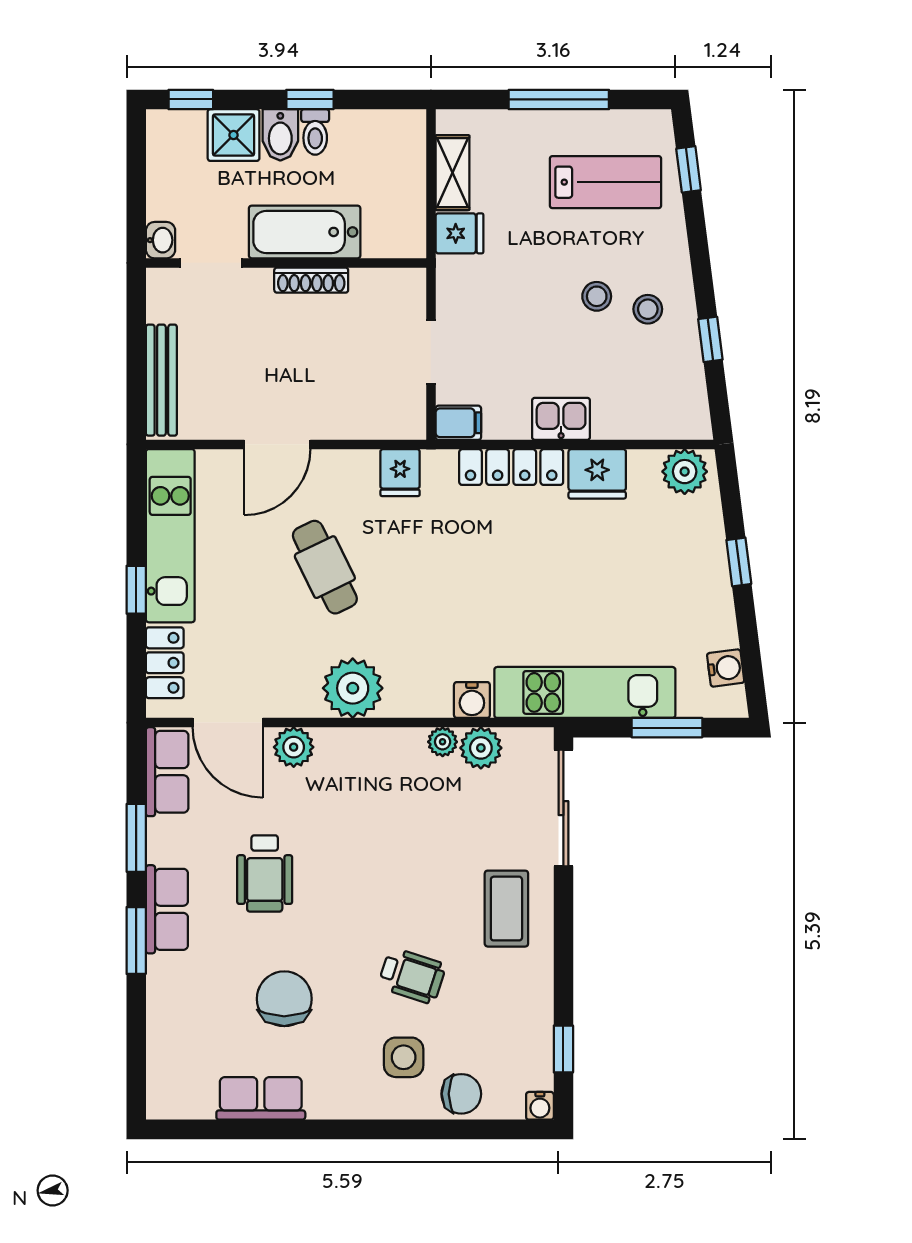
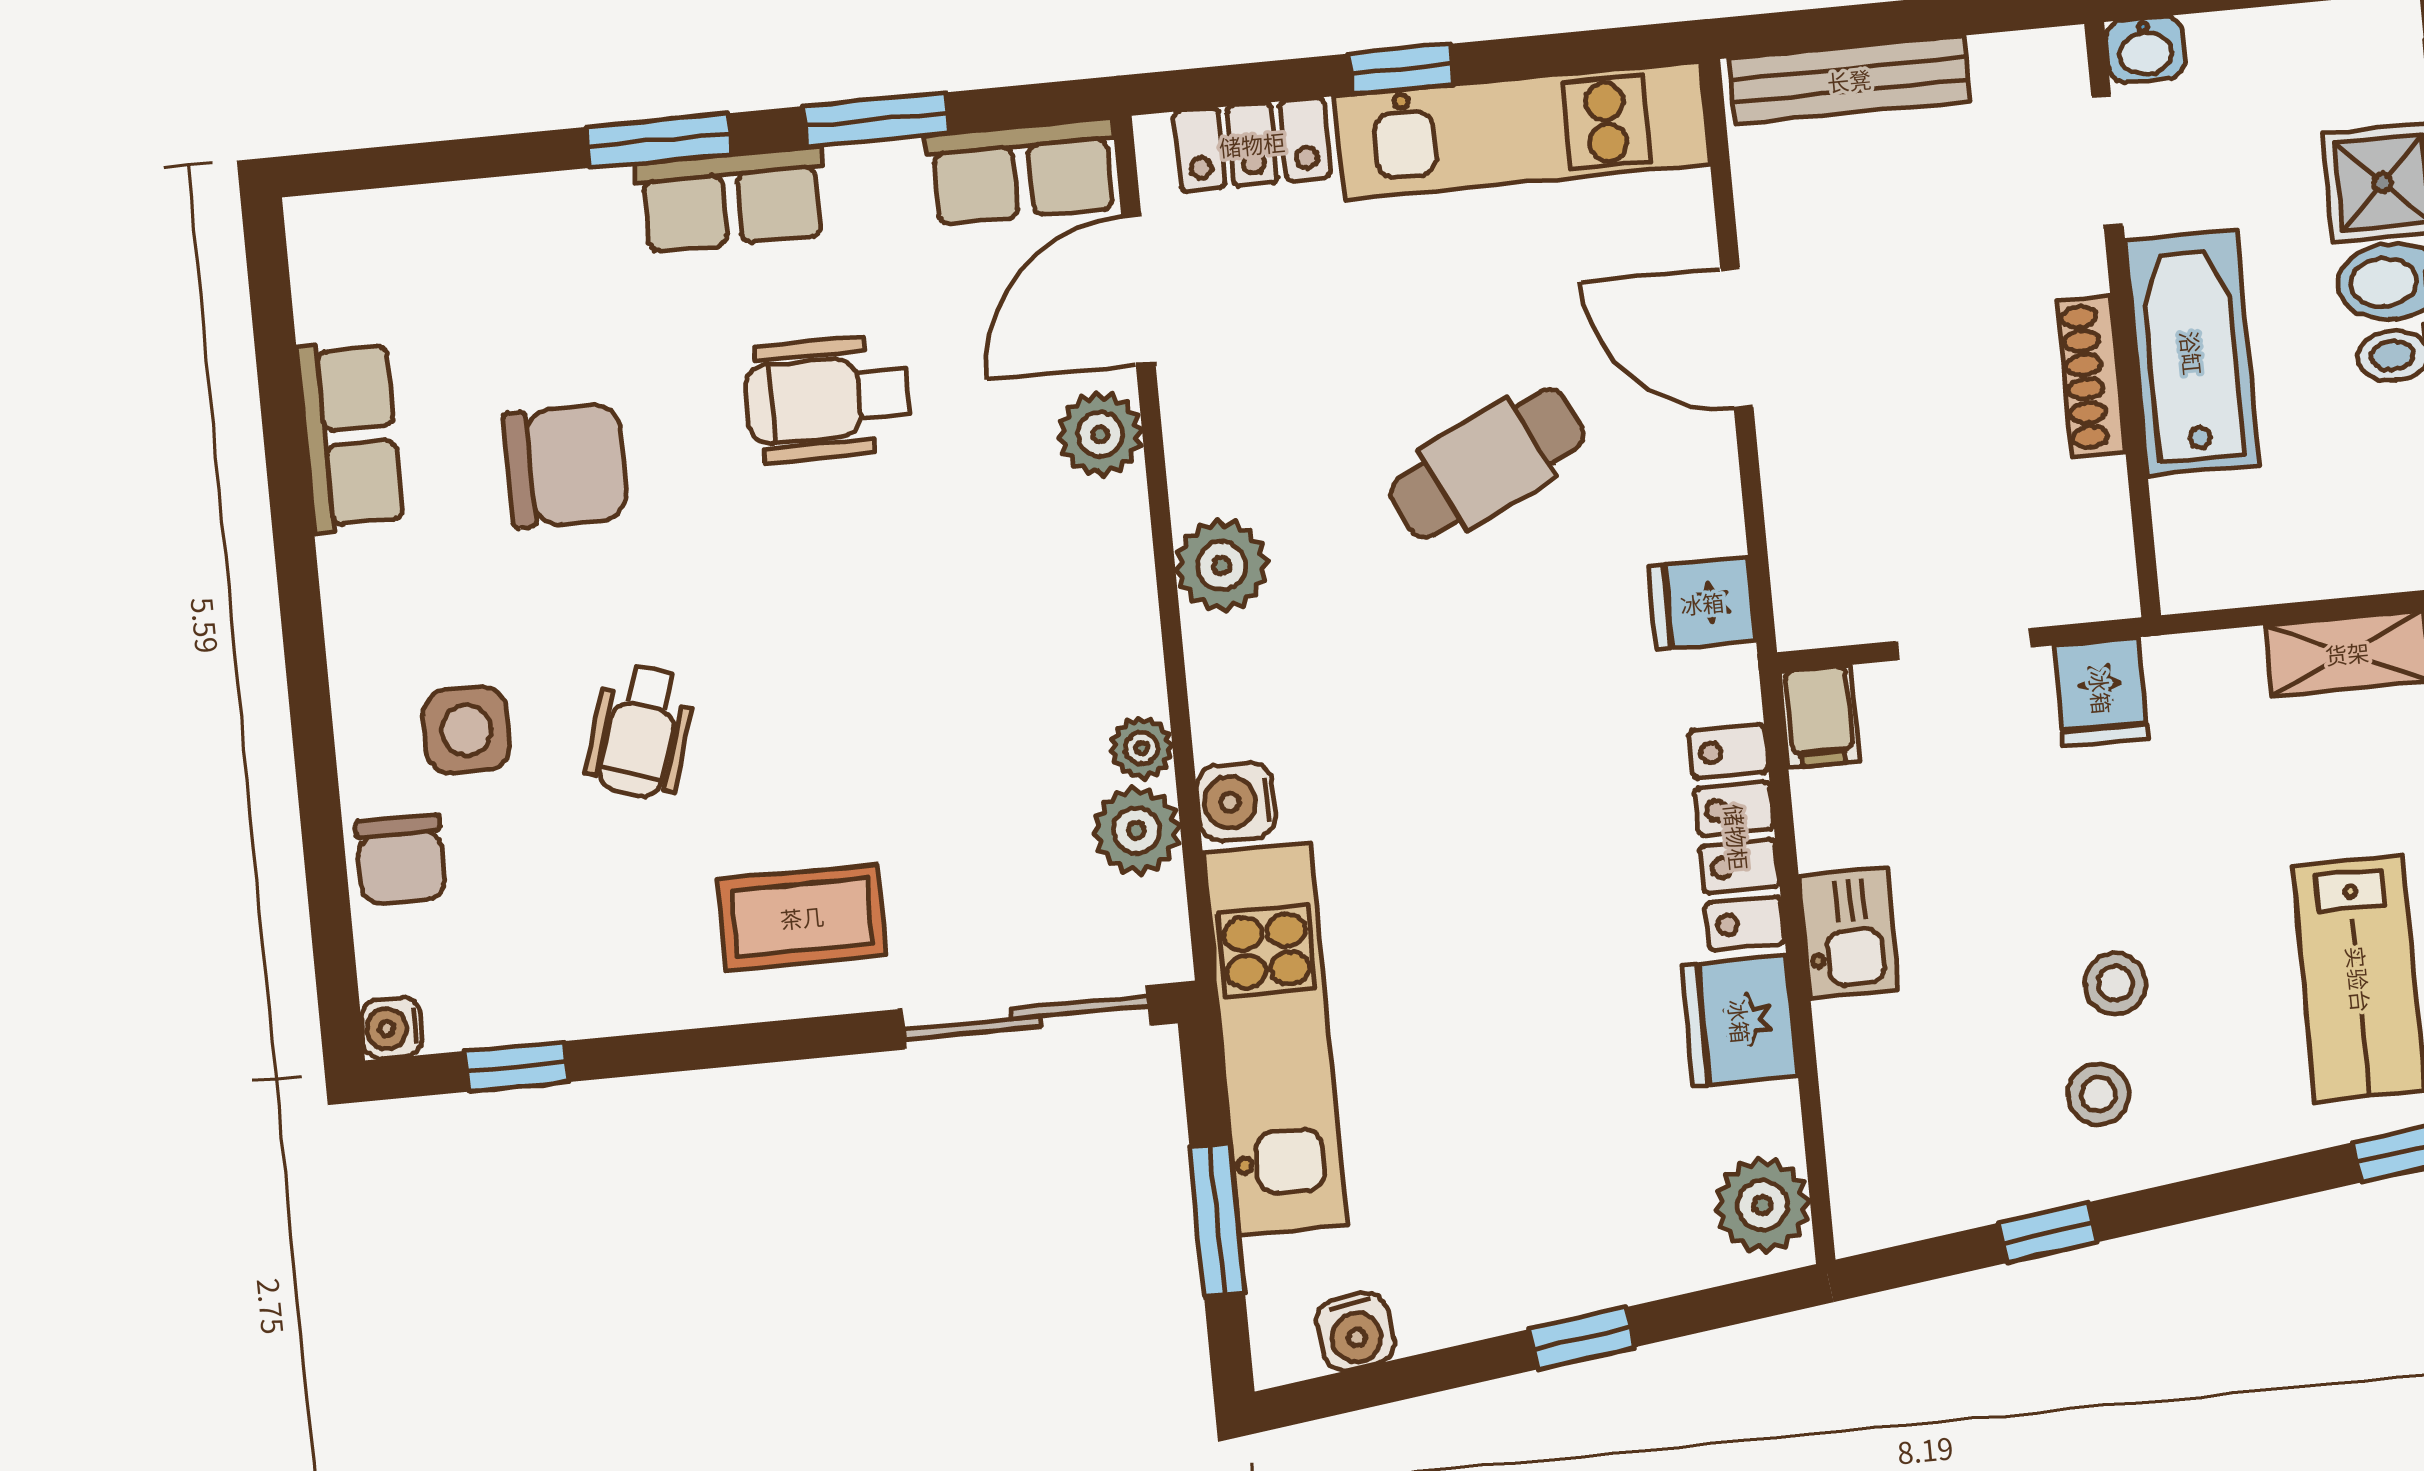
fridge: (460, 233) -> (2101, 692), moved
plant: (353, 688) -> (1222, 566), width x0.73, depth x0.73

